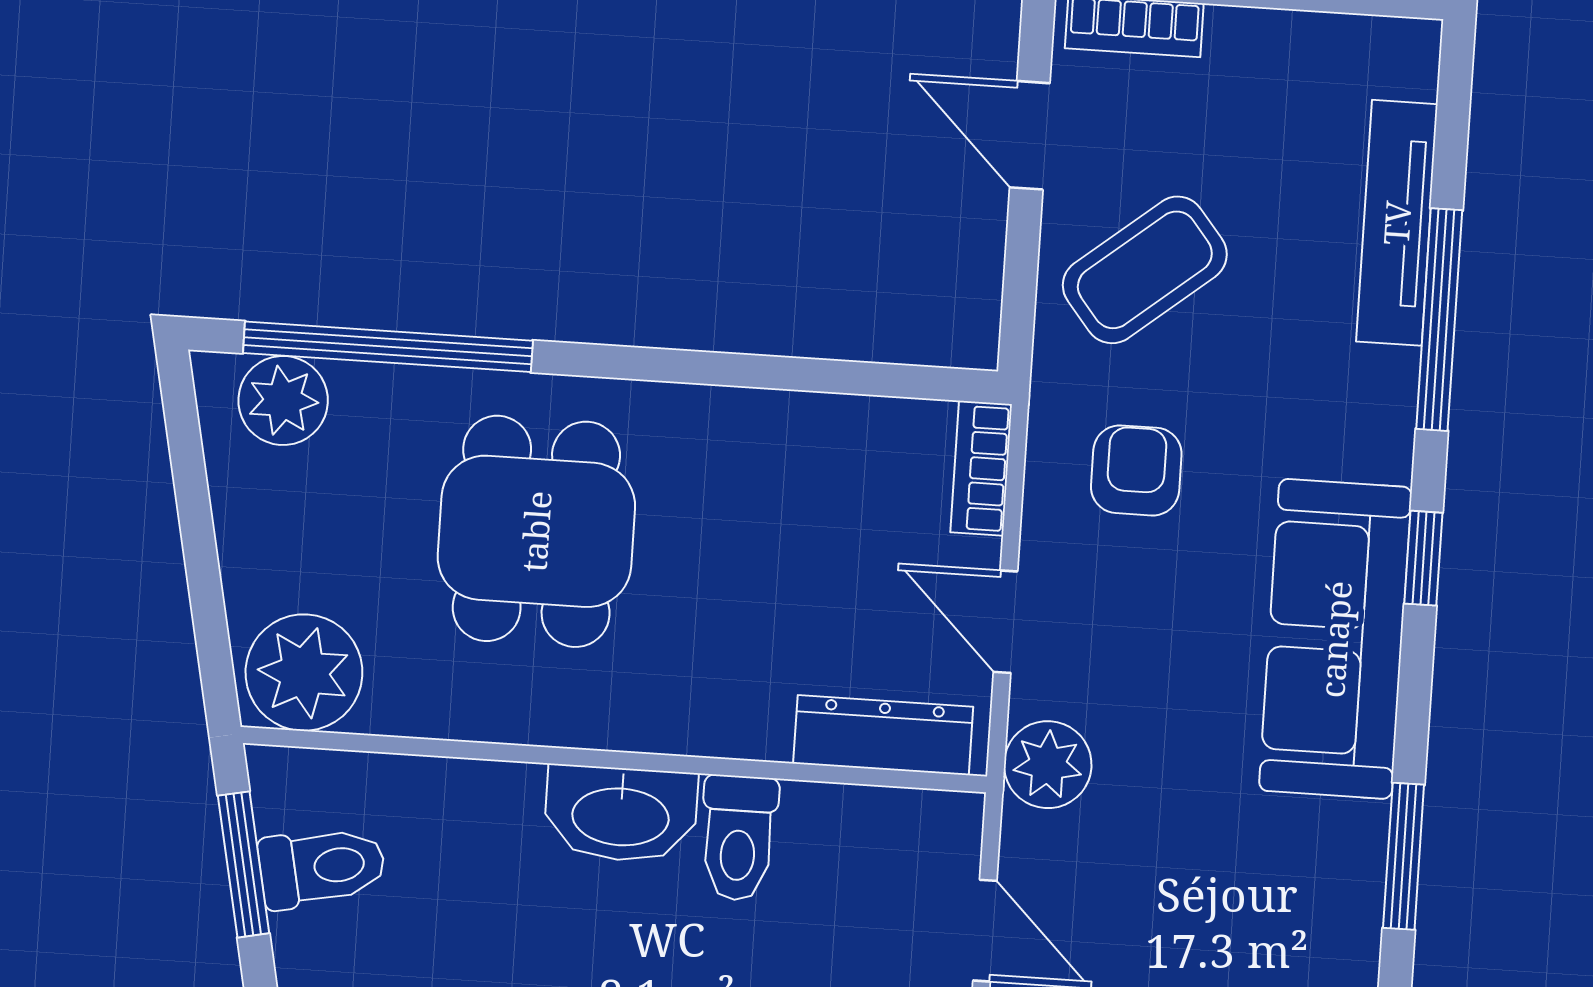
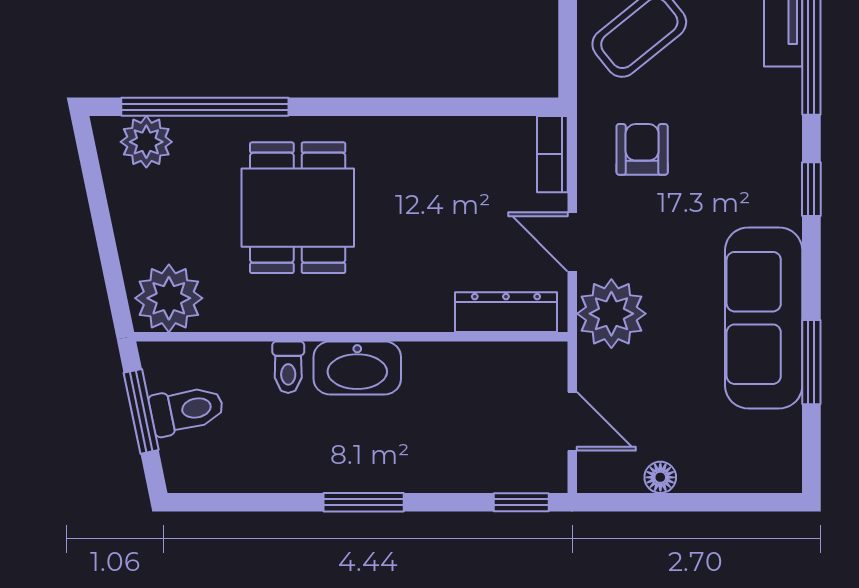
sofa: (1335, 639) -> (764, 318), moved
plant: (1048, 765) -> (611, 314), width x1.36, depth x1.36
toilet: (739, 838) -> (288, 367), moved, width x0.73, depth x0.72

